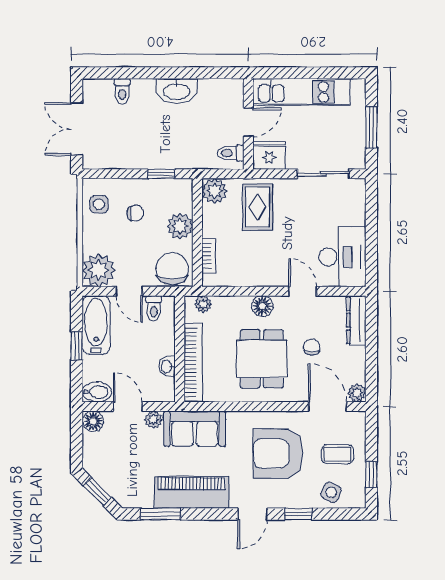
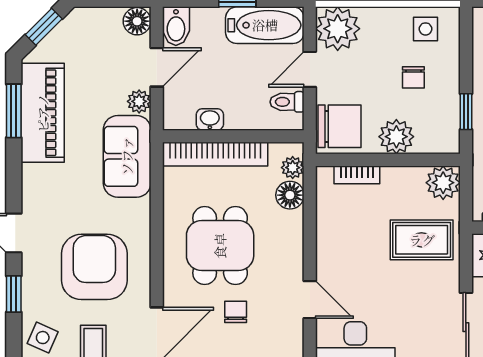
door: (303, 291) -> (310, 300), hinge flipped
floor lamp: (262, 306) -> (290, 195), moved
chair: (312, 347) -> (236, 312), turned -90
dining table: (262, 359) -> (220, 246), turned 90
piano: (192, 492) -> (43, 113), moved

